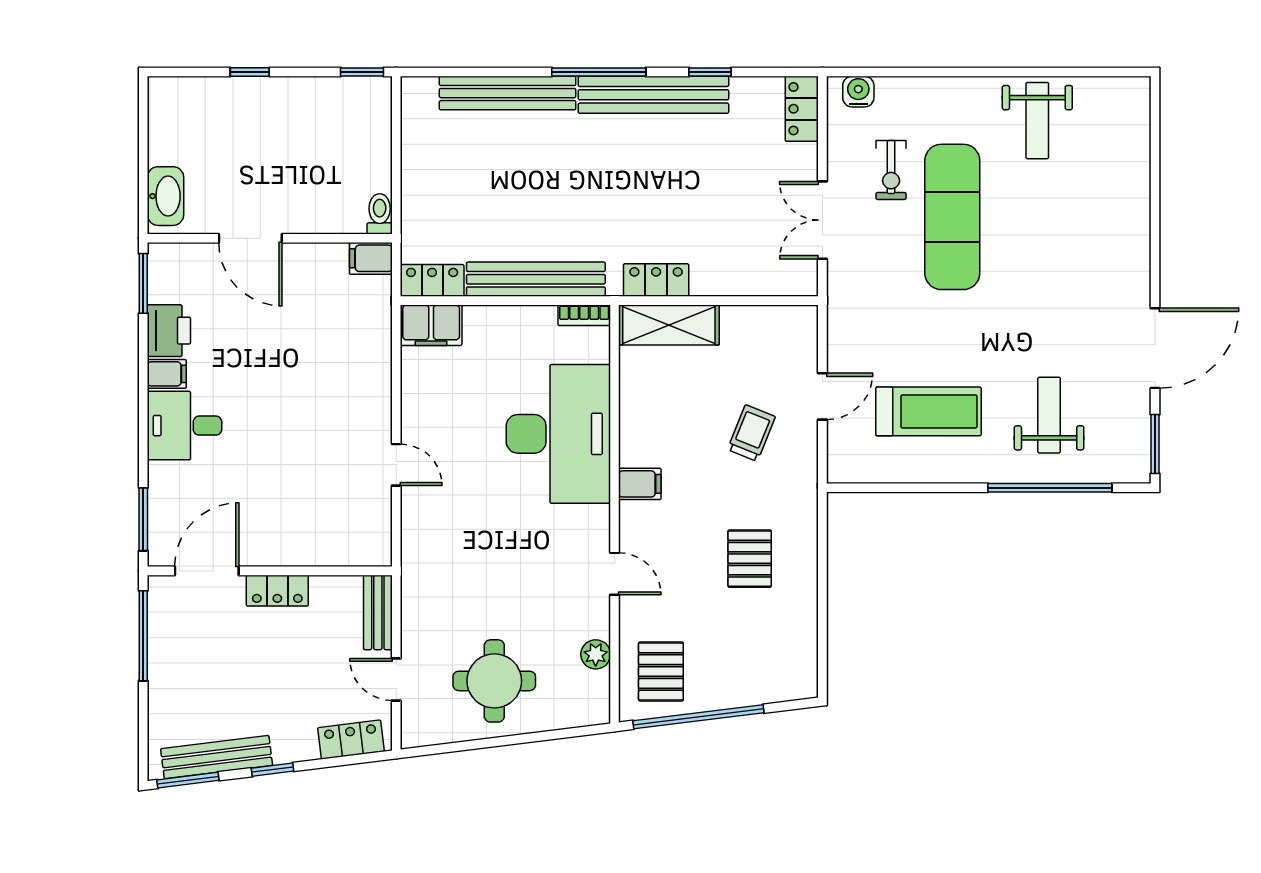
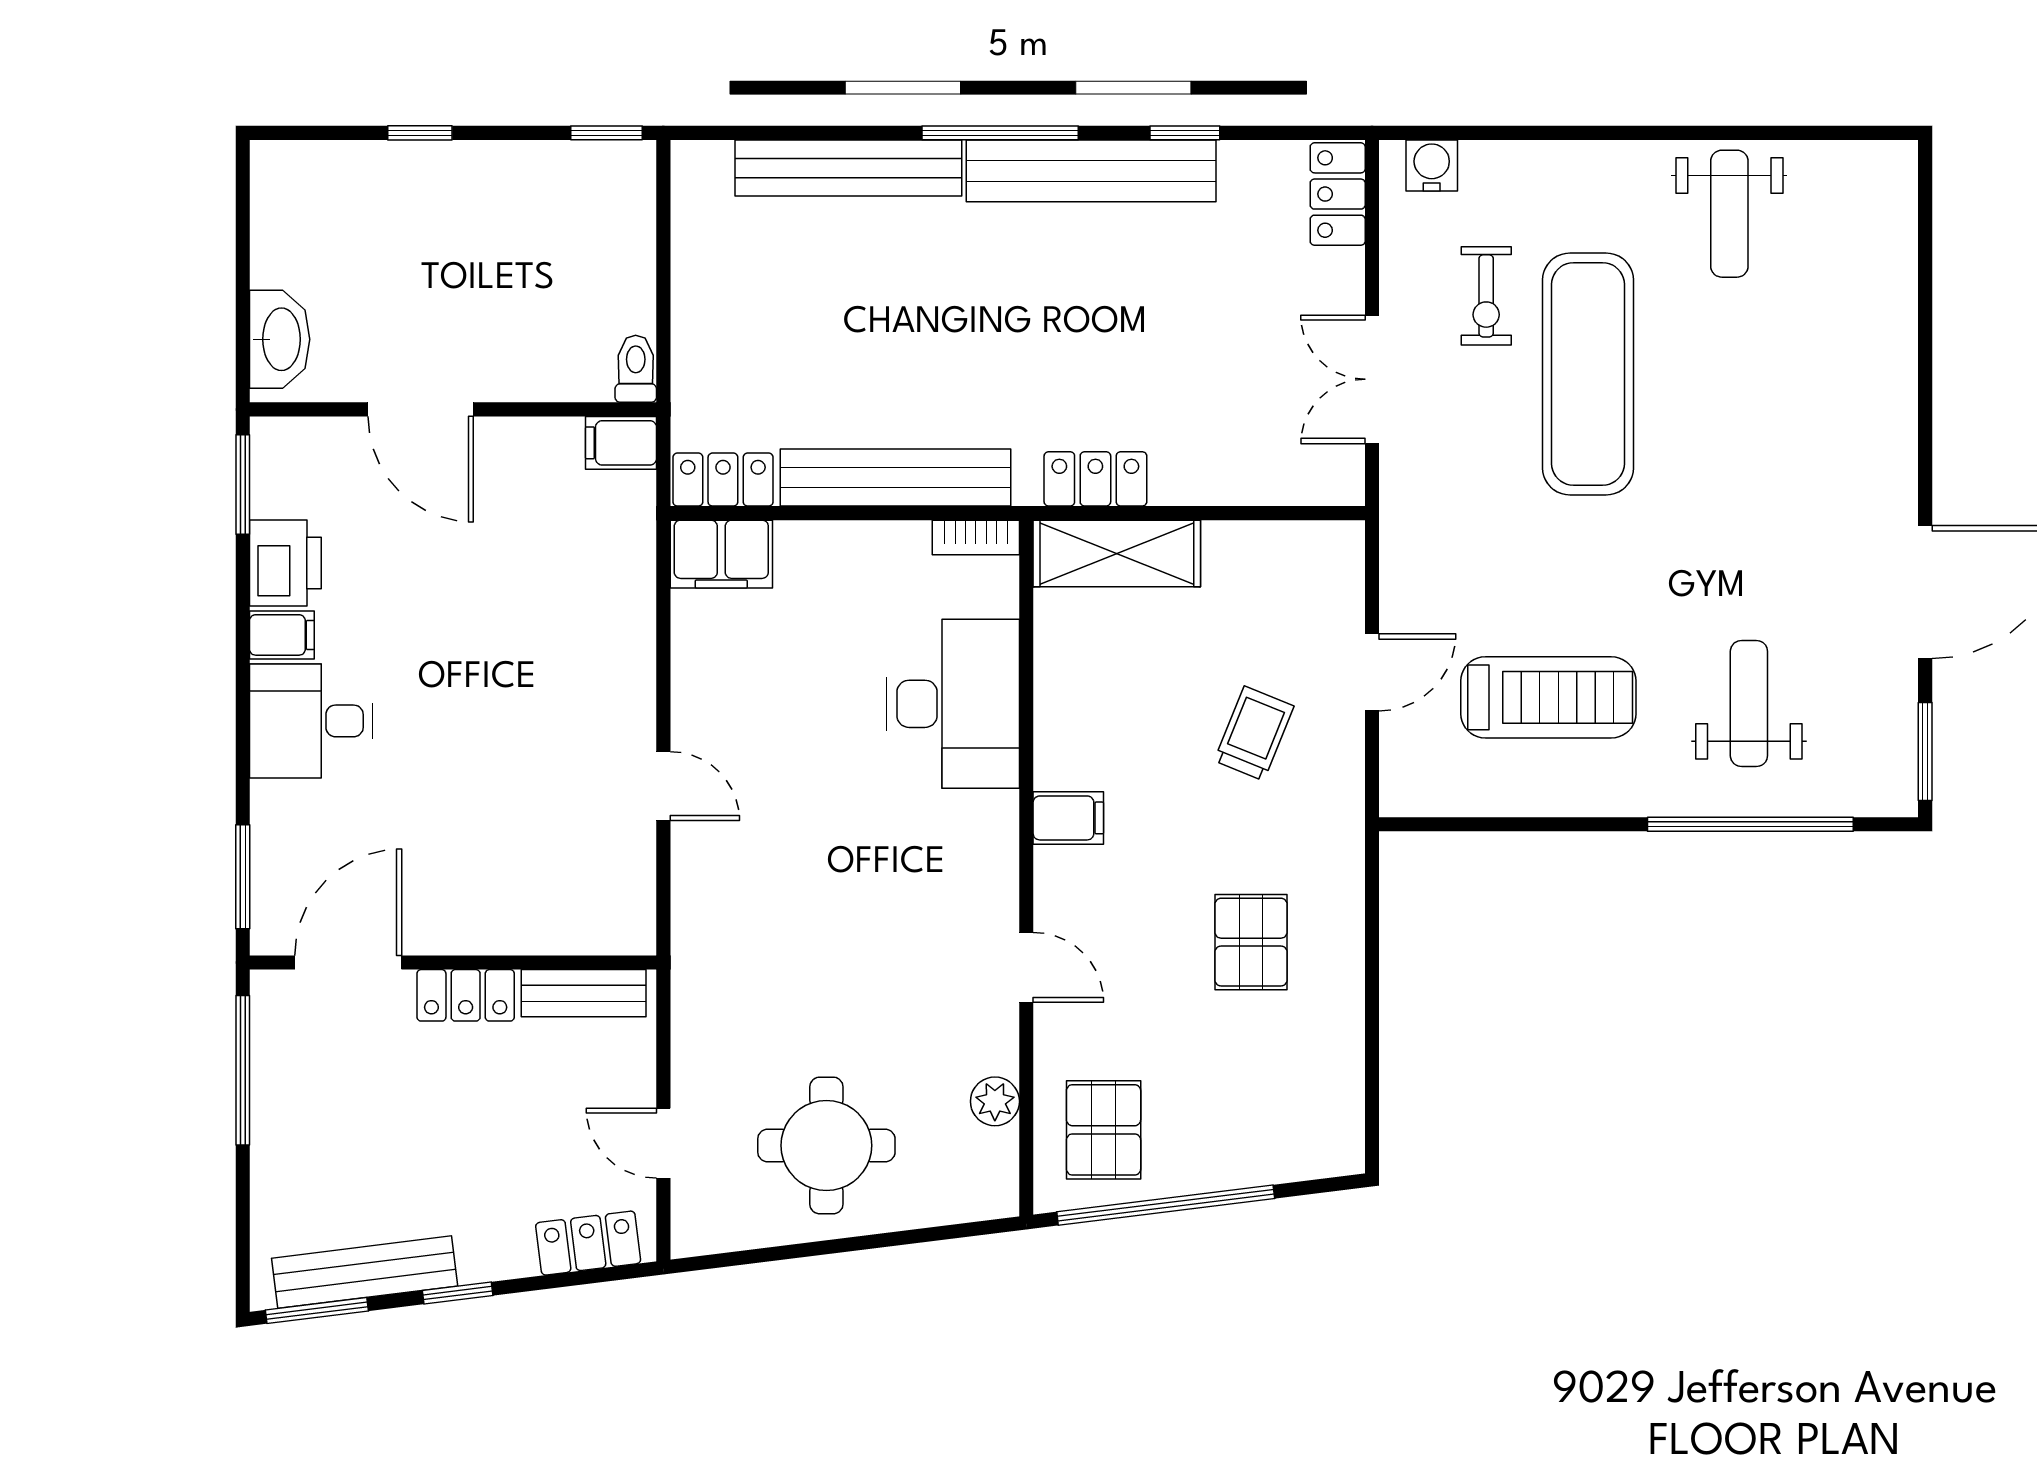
desk: (558, 434) -> (953, 704), width x0.73, depth x0.77
bench: (378, 612) -> (584, 993), moved, turned 90

